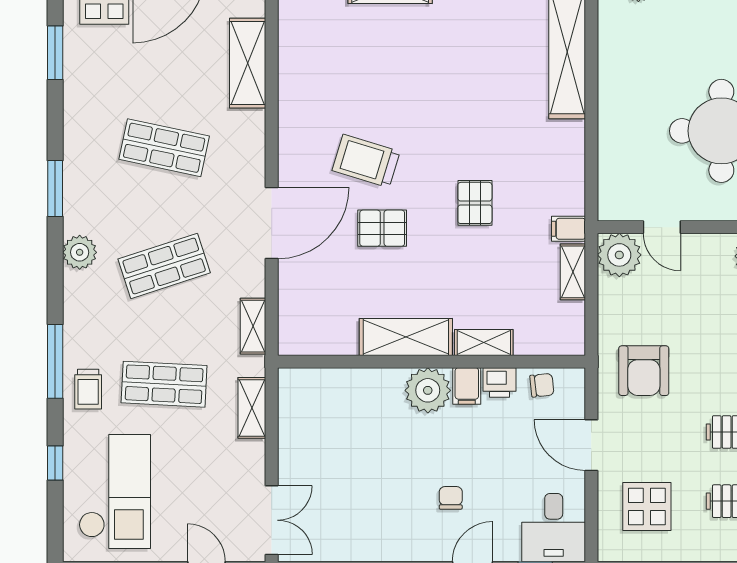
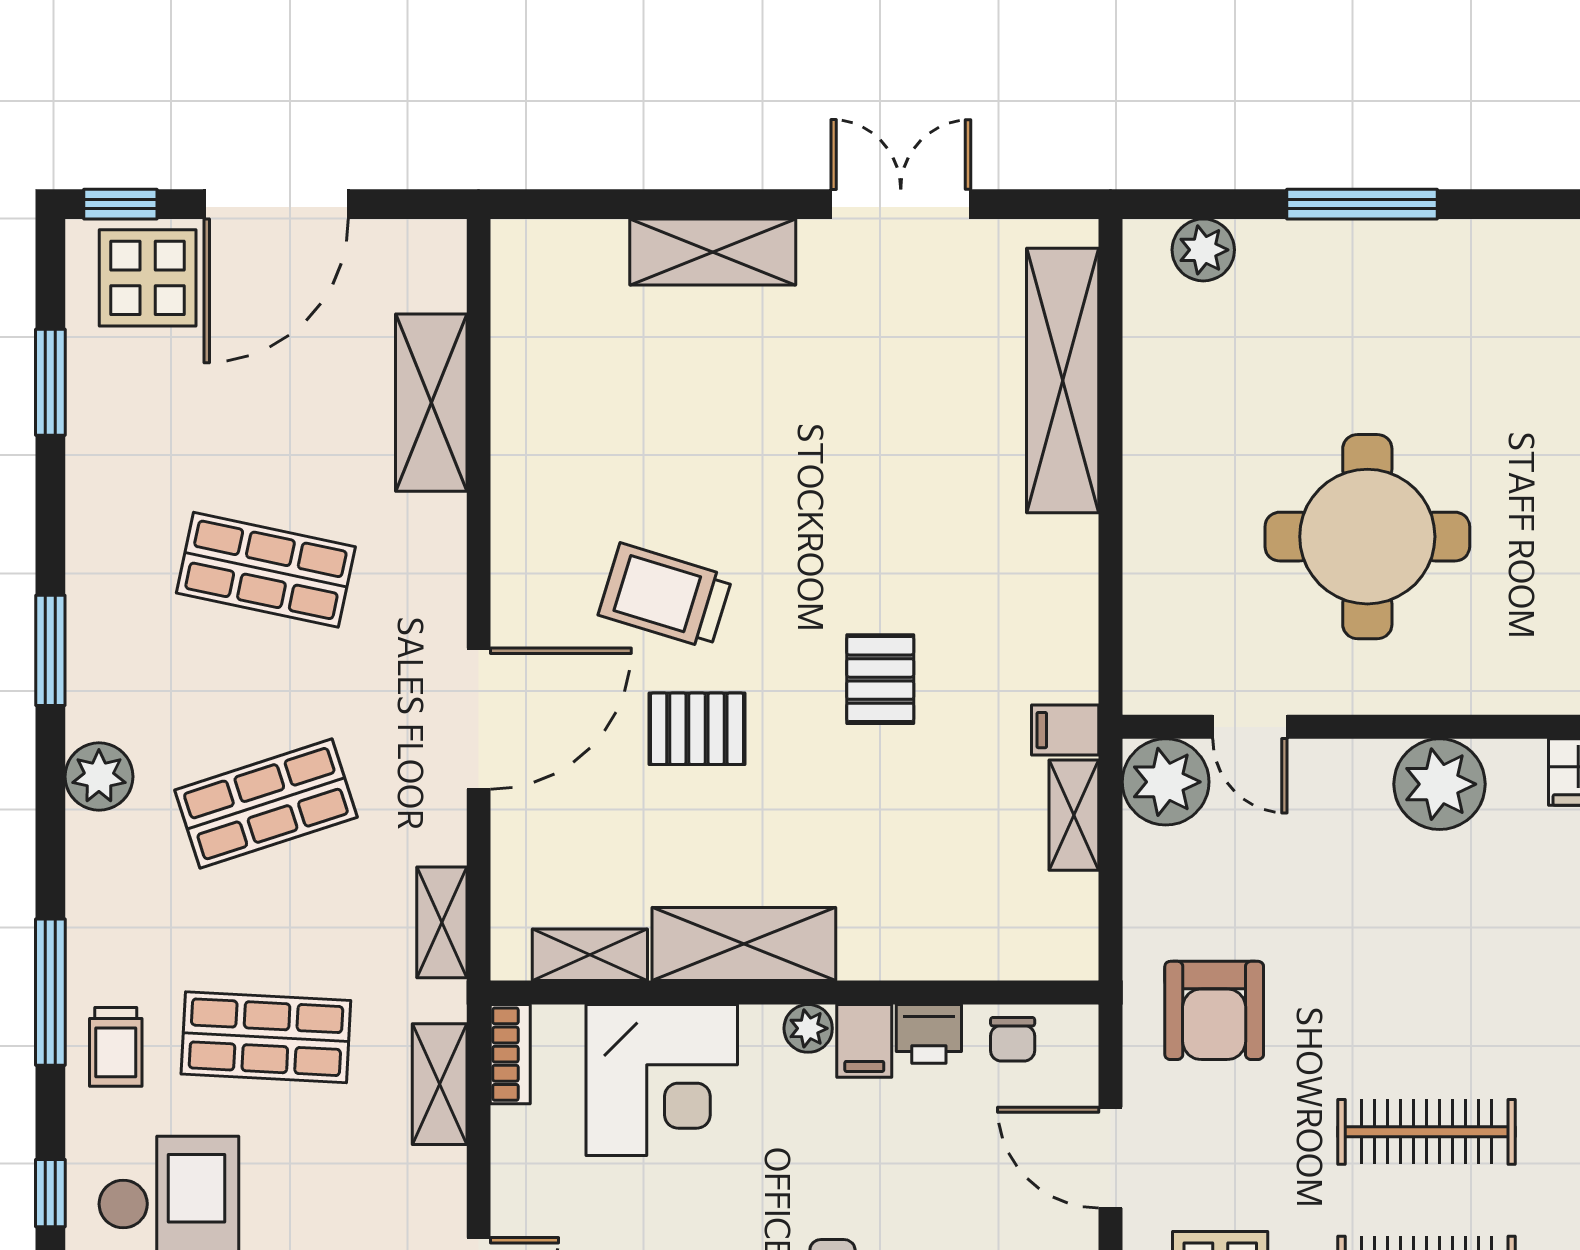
shelving: (484, 343) -> (590, 955), moved
chair: (542, 385) -> (1013, 1039), turned 96
plant: (428, 390) -> (808, 1028), width x0.53, depth x0.53
bookcase: (288, 393) -> (510, 1054), added
corner desk: (364, 406) -> (662, 1080), added

